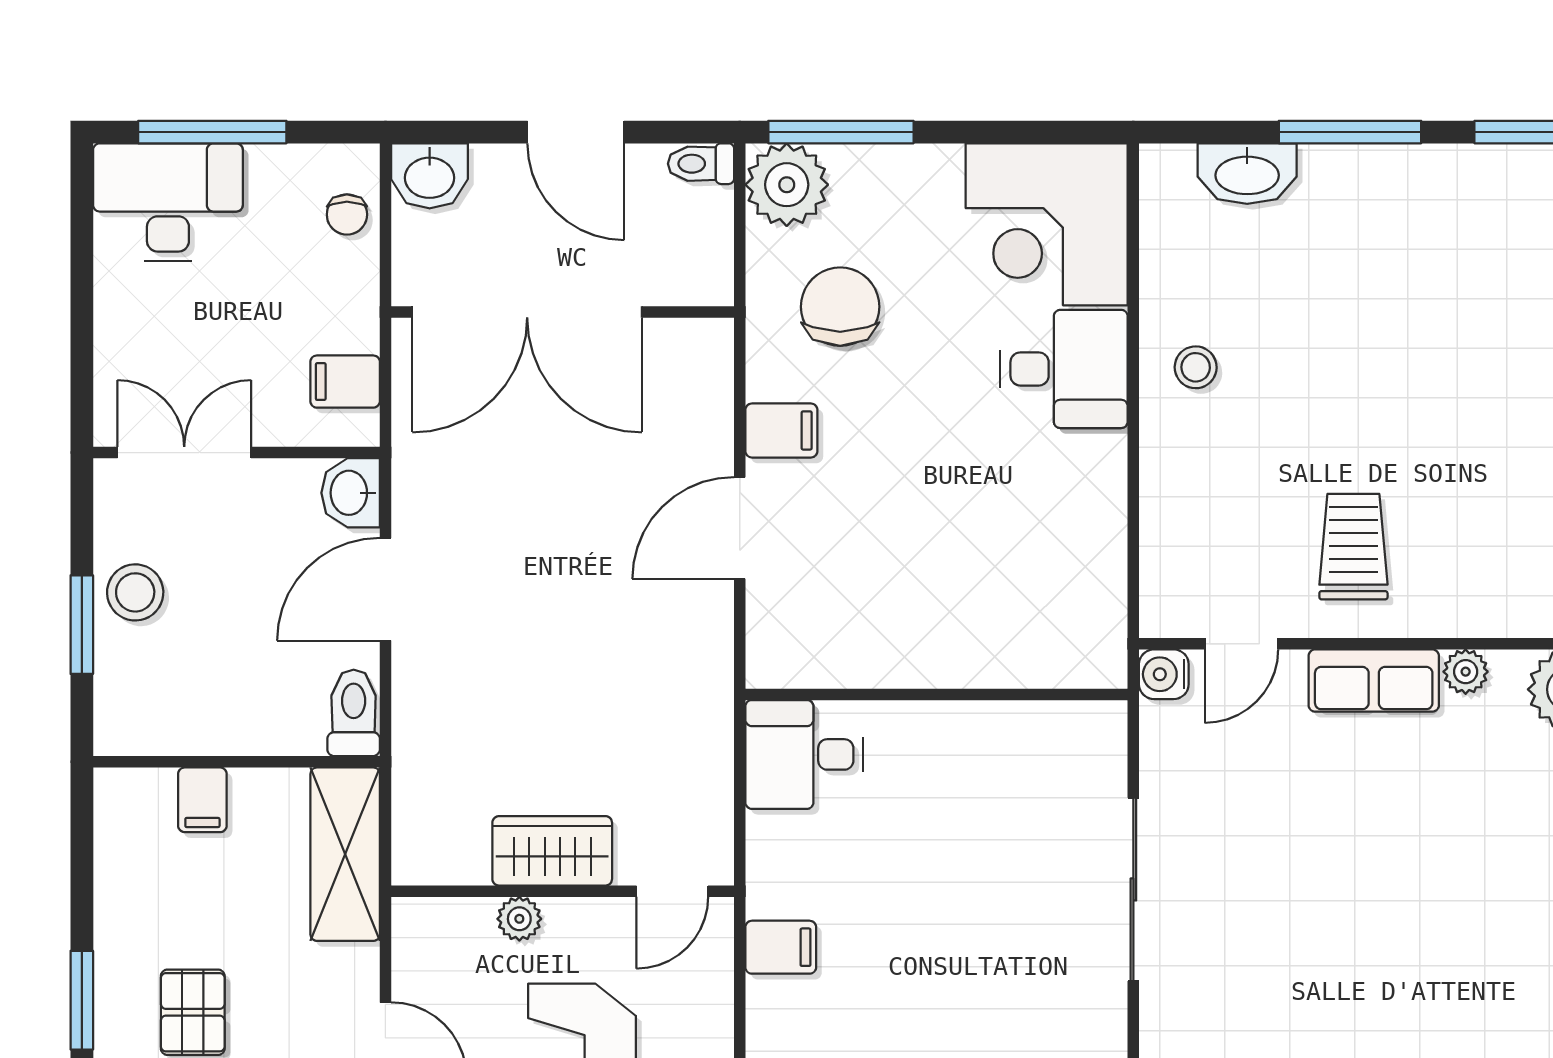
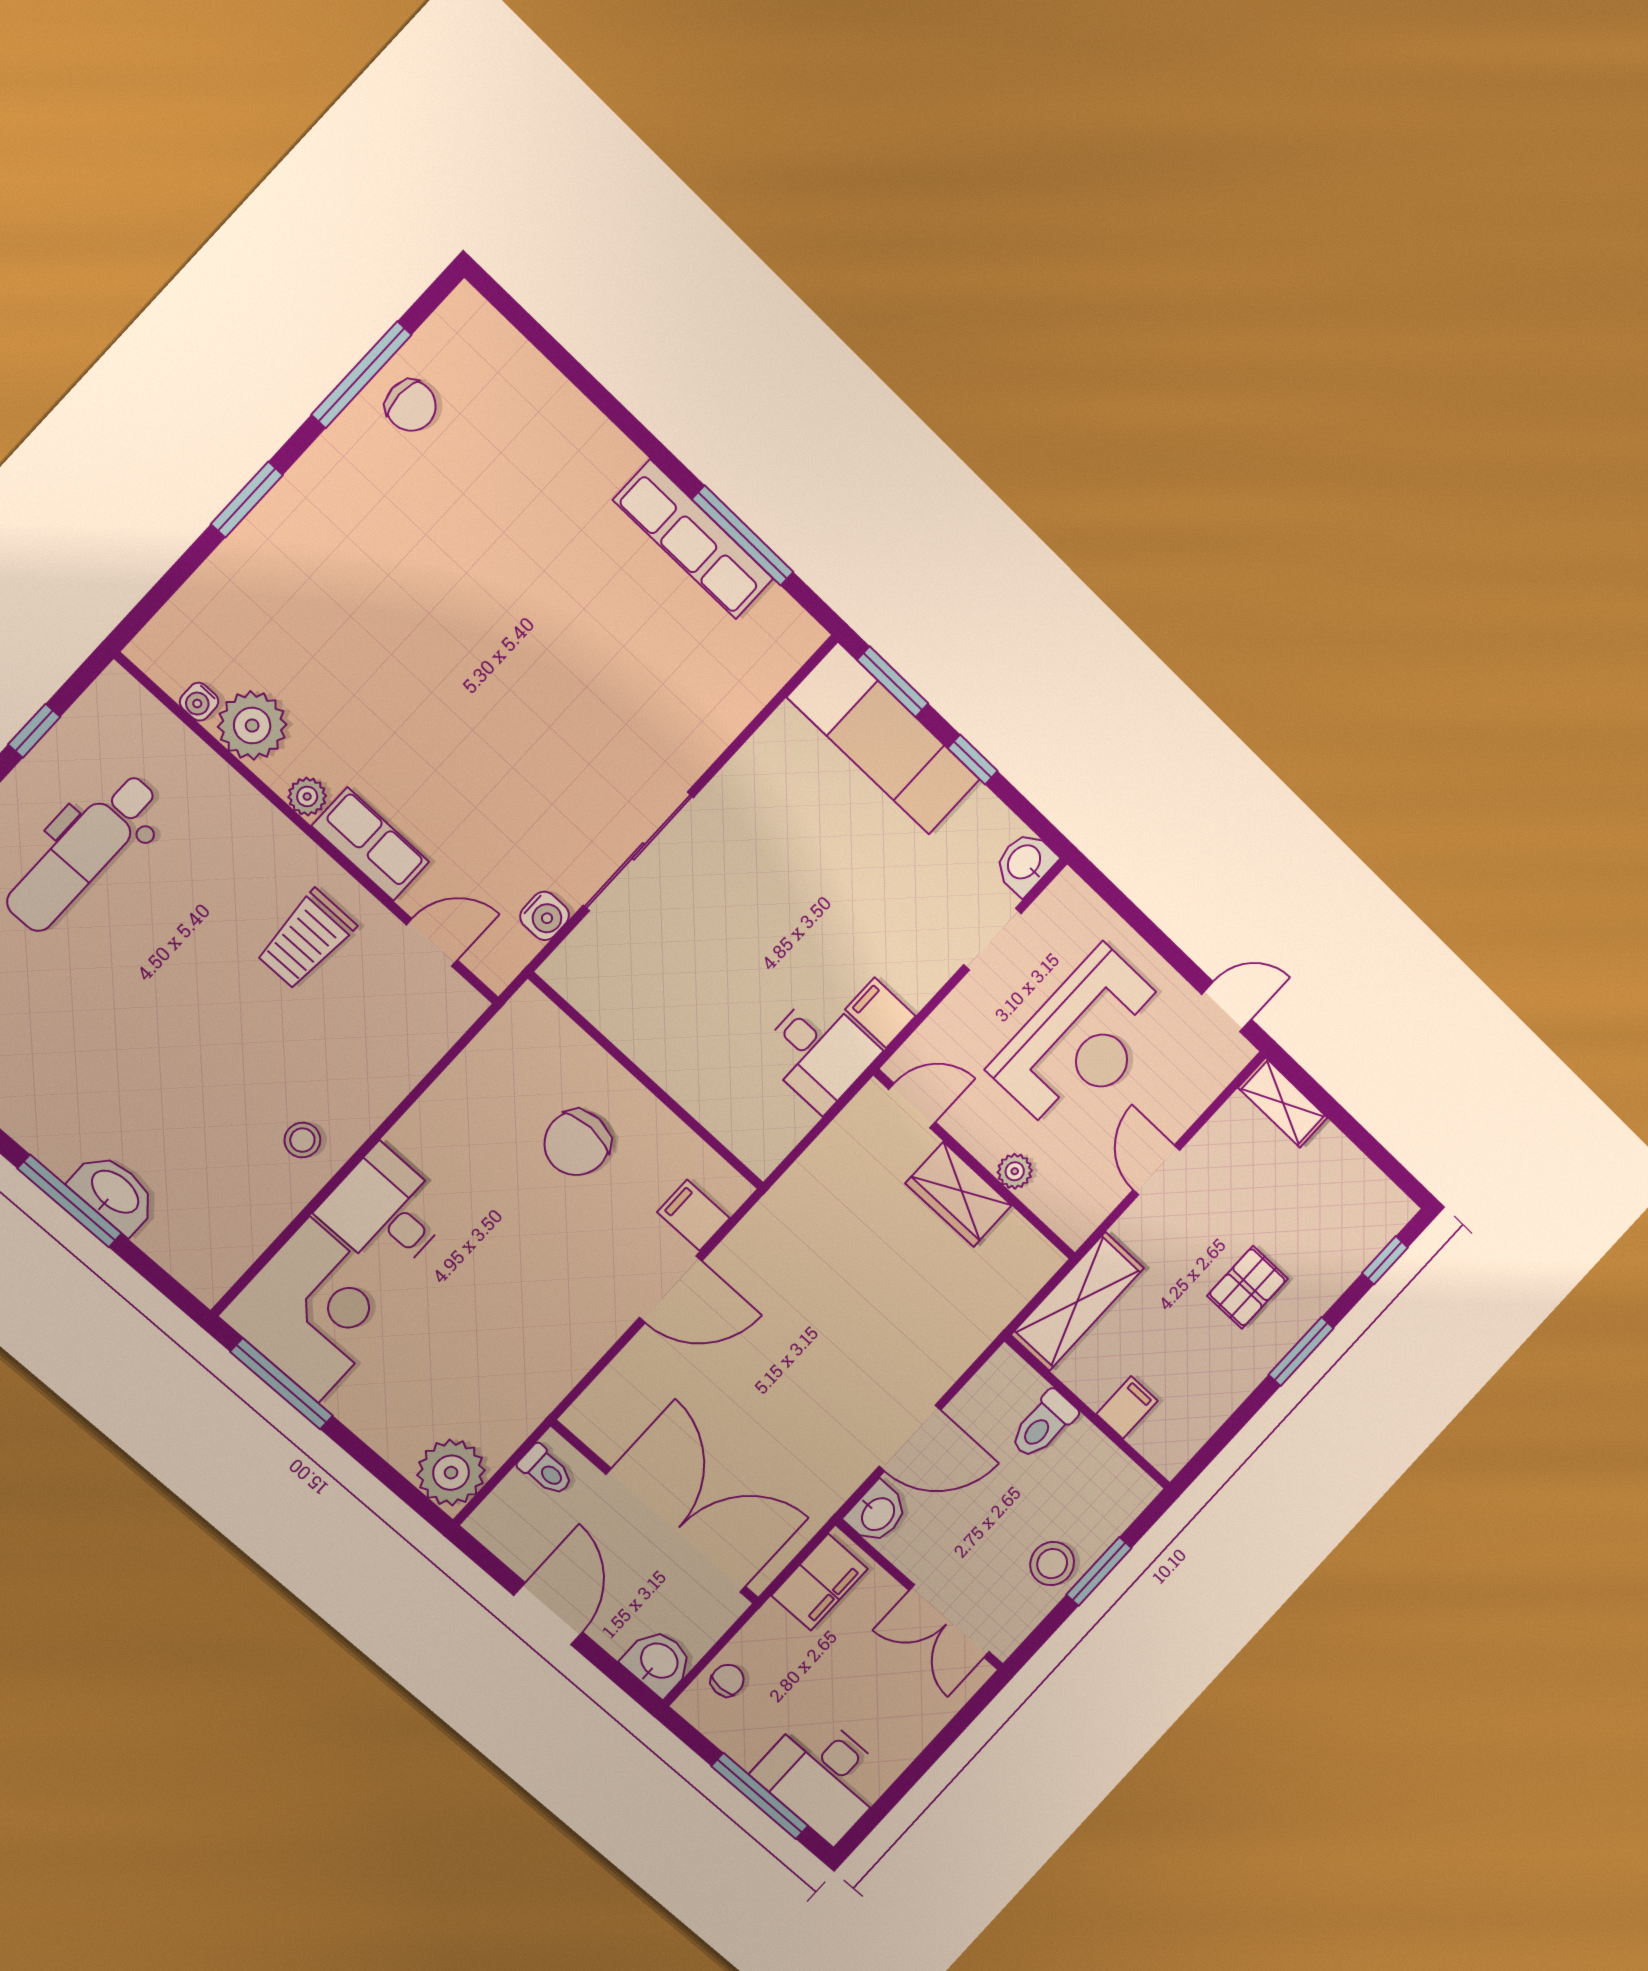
window: (841, 132) -> (282, 1384), moved
toilet: (701, 164) -> (546, 1470), moved
washbasin: (1247, 174) -> (114, 1193), moved
chair: (840, 307) -> (577, 1143), moved
filing cabinet: (345, 382) -> (820, 1582), width x2.00
filing cabinet: (781, 430) -> (693, 1215), moved
water cooler: (1164, 674) -> (545, 916), moved
toilet: (354, 713) -> (1043, 1425), moved
desk: (804, 754) -> (819, 1052), moved

